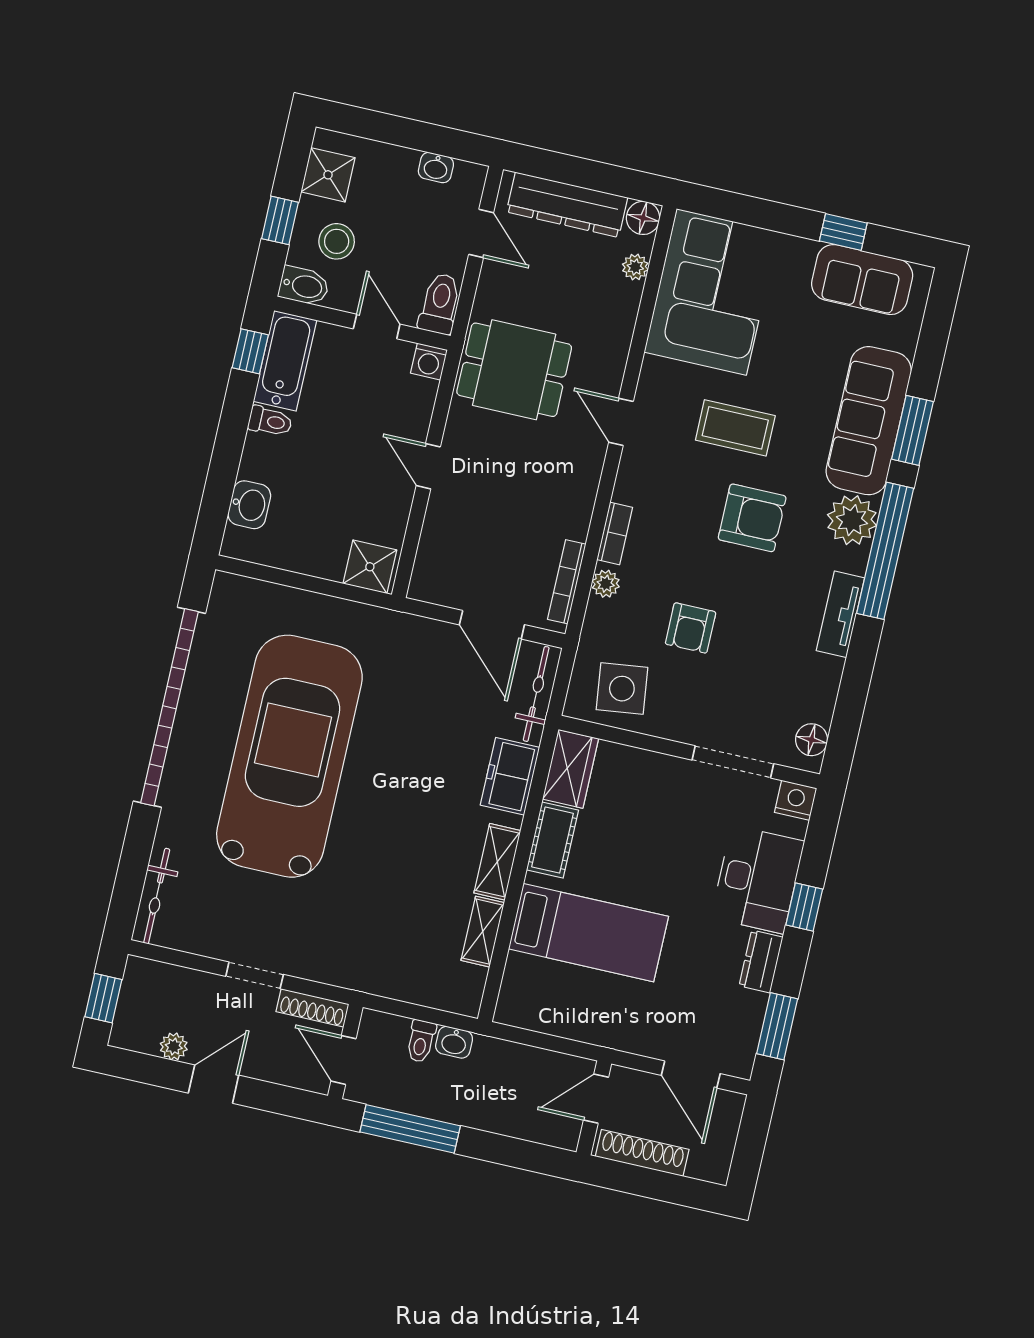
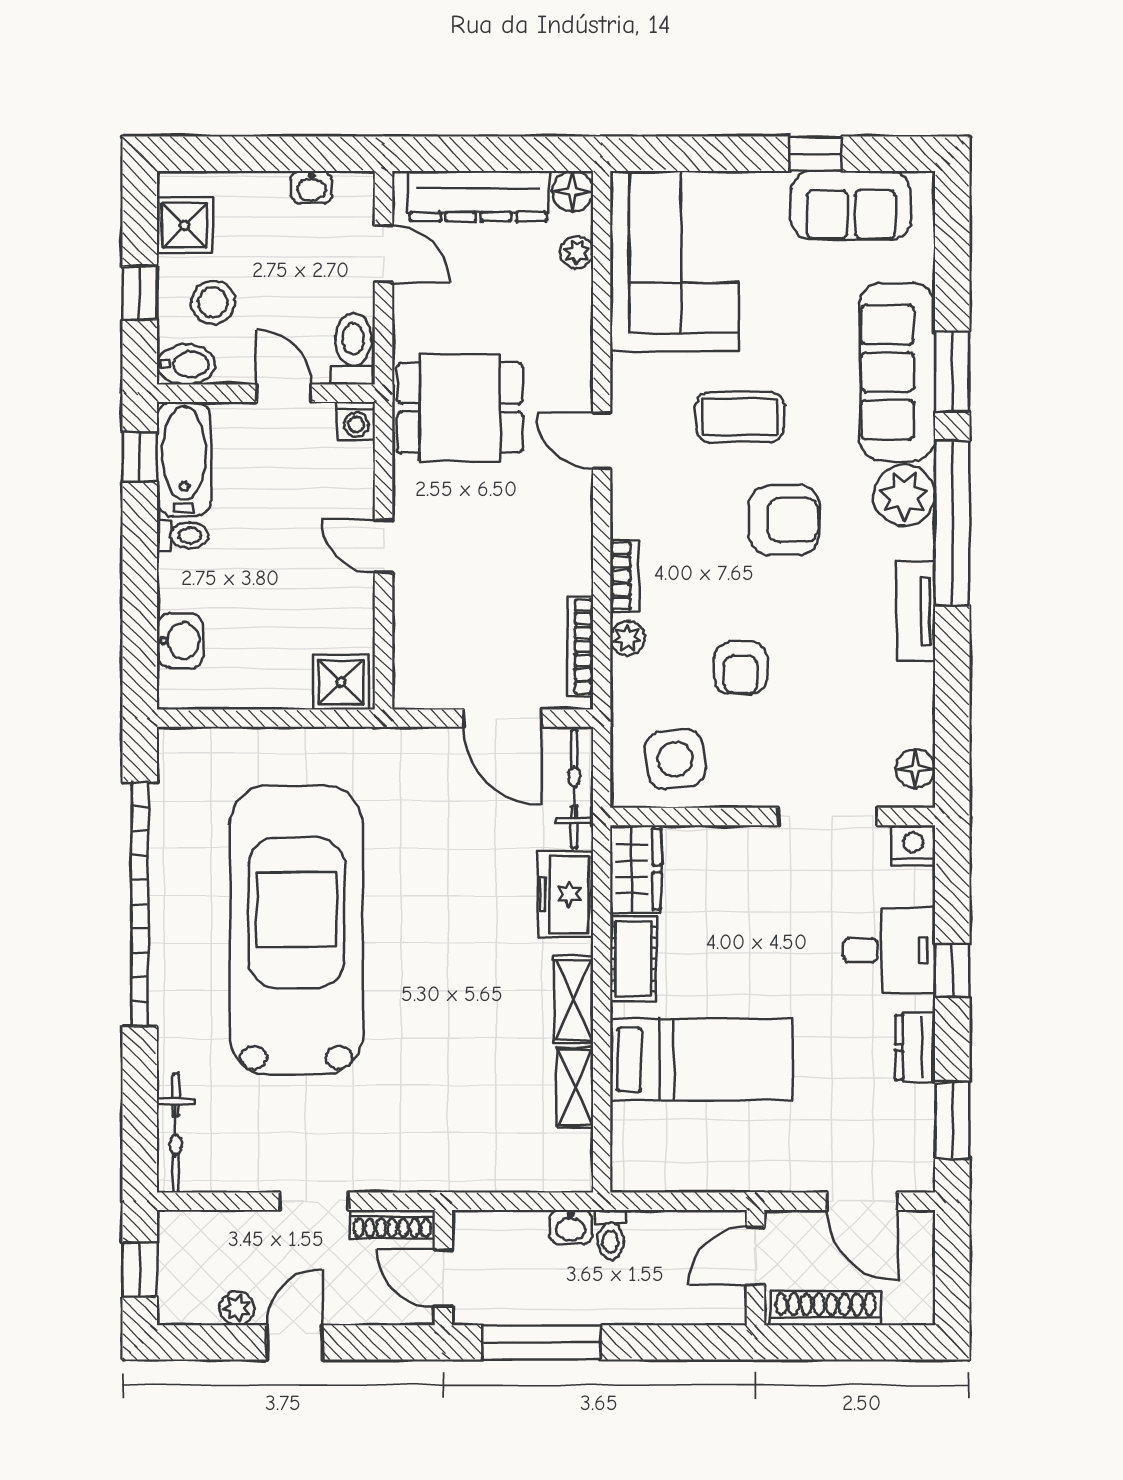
desk: (758, 879) -> (889, 950), width x0.73
toilet: (421, 1041) -> (611, 1235), moved

